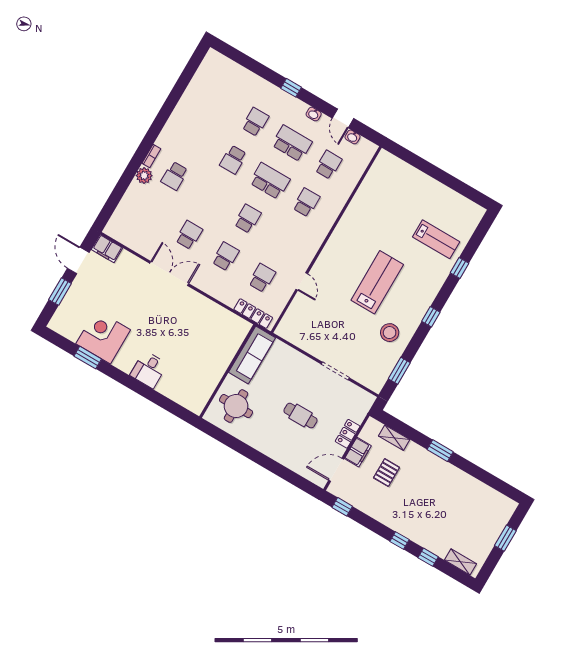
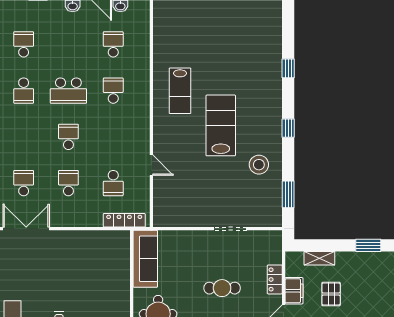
school desk: (292, 143) -> (68, 44), removed
school desk: (270, 181) -> (68, 91), turned 180
lab bench: (436, 239) -> (180, 91), moved, turned 90
school desk: (262, 278) -> (113, 183), turned 180

